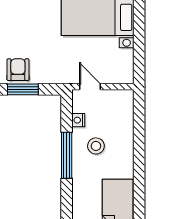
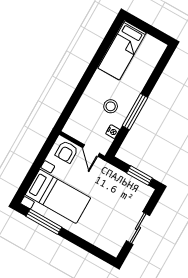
armchair: (18, 70) -> (67, 152), moved

